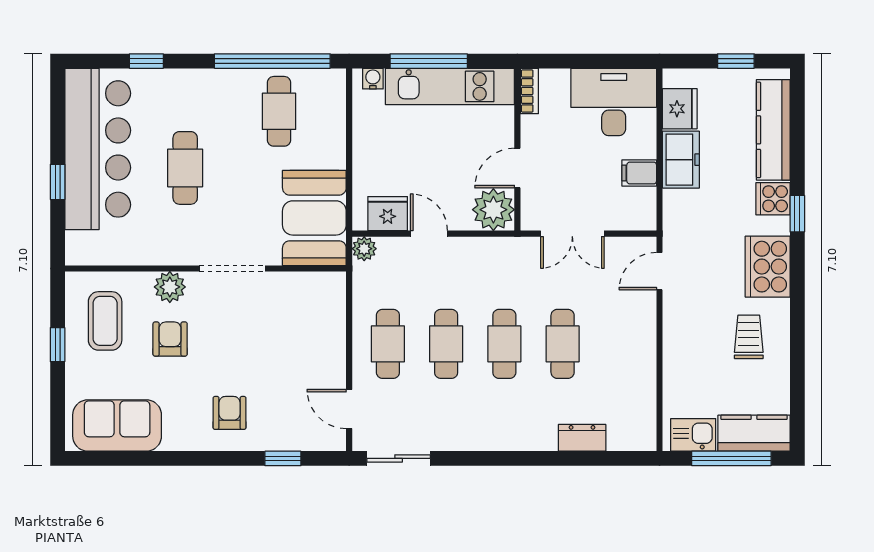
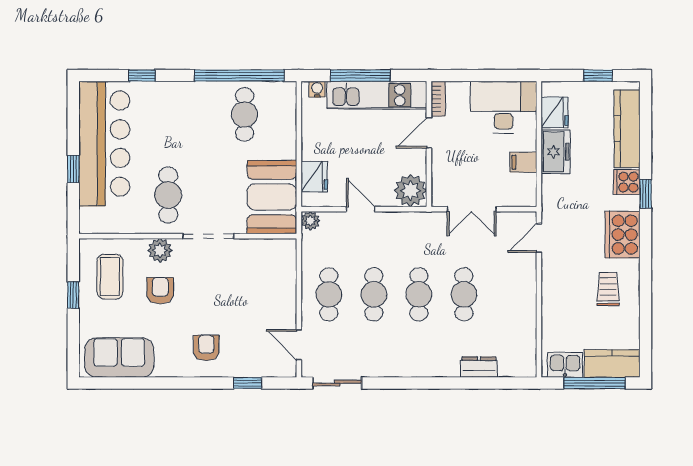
cafe table: (185, 168) -> (168, 195), moved
door: (517, 168) -> (429, 133), moved
fridge: (388, 214) -> (314, 177), moved, turned 90

